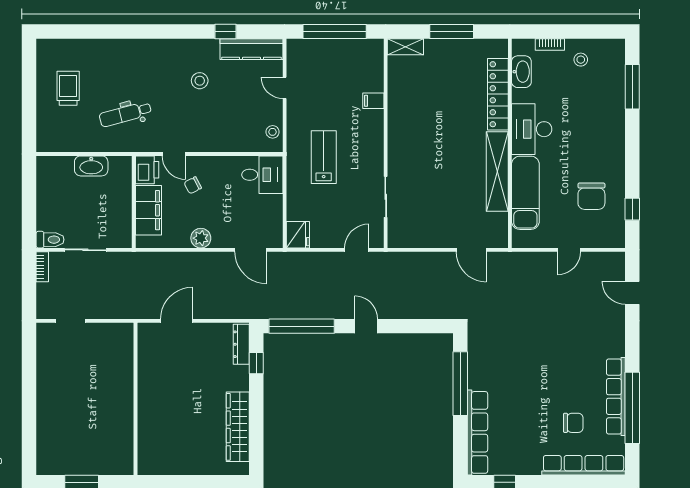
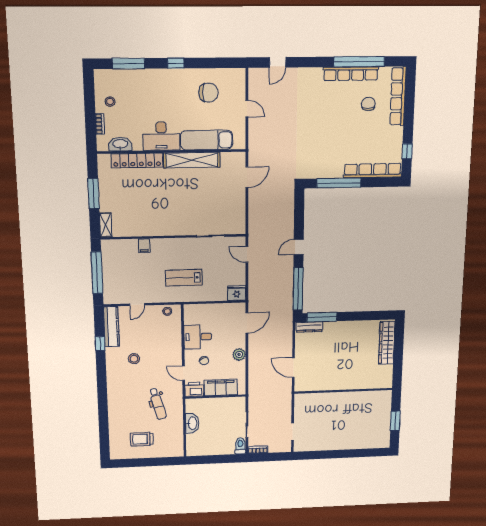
door: (174, 154) -> (183, 373), swing flipped
desk: (262, 175) -> (198, 337), moved, turned -90
window: (632, 209) -> (176, 63), moved
window: (256, 363) -> (322, 317), width x2.17
wardrobe: (238, 427) -> (387, 343), moved, turned 90

